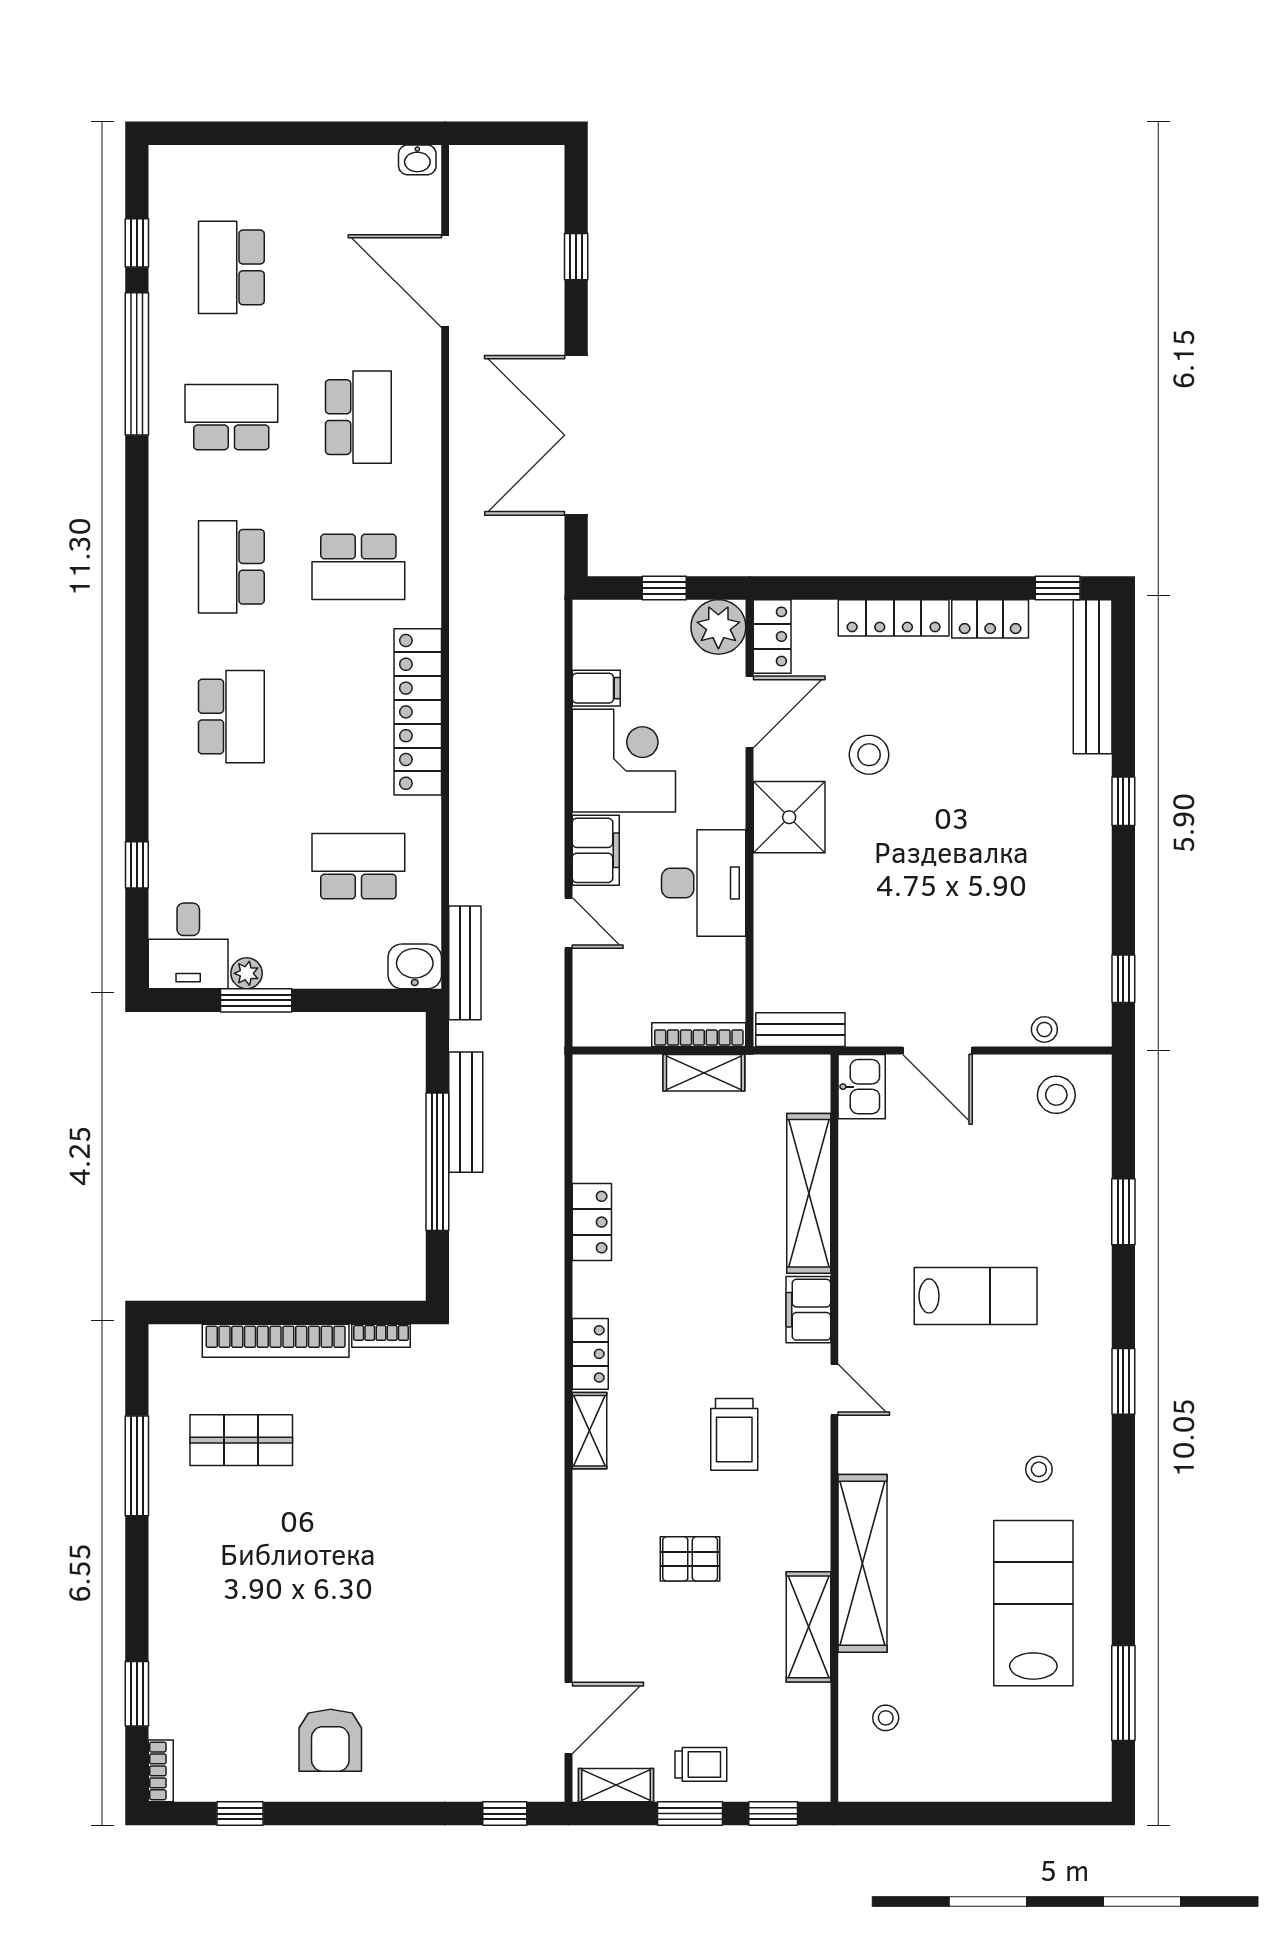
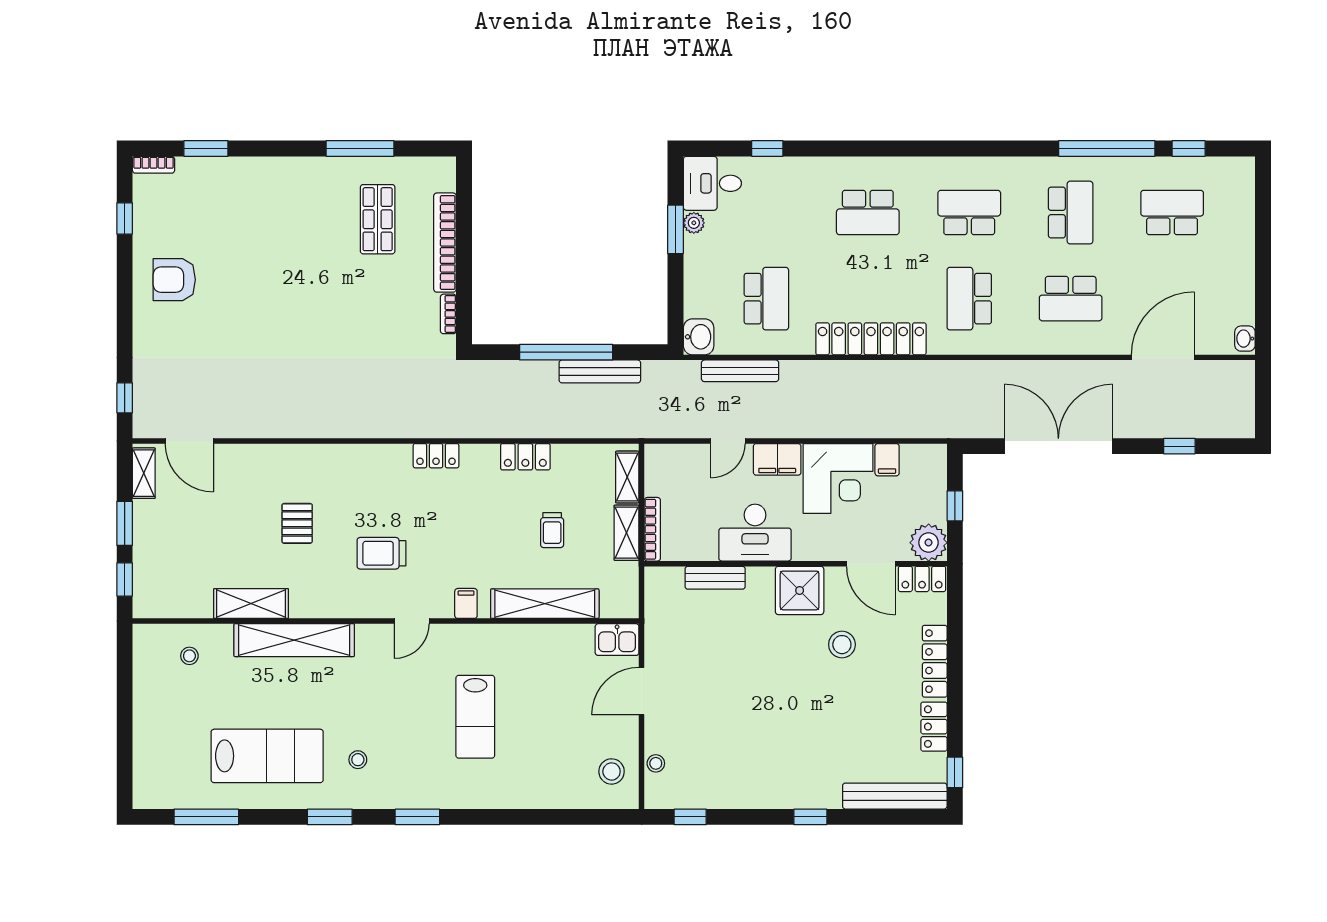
bench: (465, 963) -> (740, 371), moved
bench: (800, 1030) -> (715, 578), moved, turned 90
window: (1123, 1212) -> (330, 817), moved
filing cabinet: (808, 1310) -> (466, 603), width x0.50
shelving: (589, 1431) -> (627, 477), moved, turned 90
trolley: (701, 1764) -> (552, 530), moved

